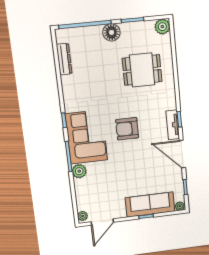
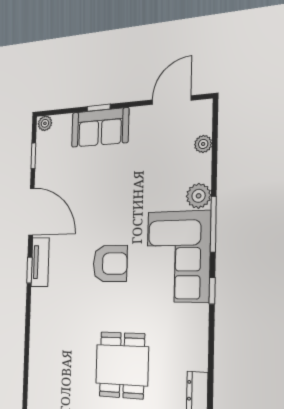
dining table: (142, 70) -> (122, 365), moved, turned 90
sofa: (150, 205) -> (100, 127), width x0.73
plant: (83, 216) -> (203, 144), moved

